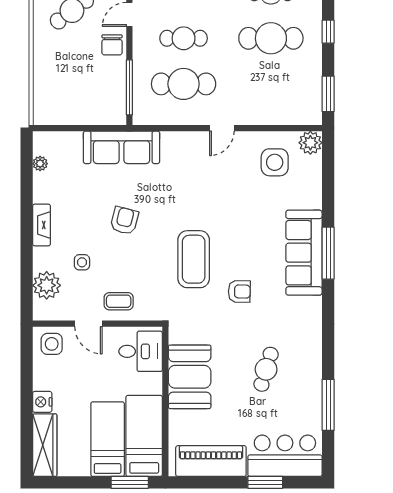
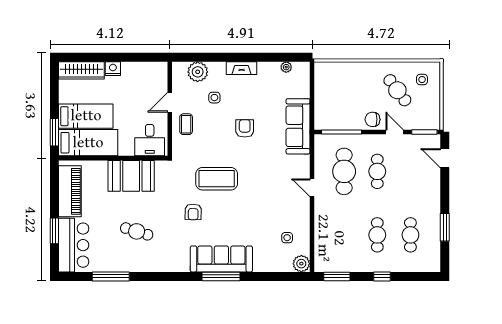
cafe table: (271, 38) -> (377, 235), width x0.73, depth x0.74
door: (222, 128) -> (312, 188), moved
side table: (275, 162) -> (287, 238), width x0.54, depth x0.54
armchair: (124, 221) -> (245, 128), turned -104
side table: (52, 344) -> (155, 76), removed

